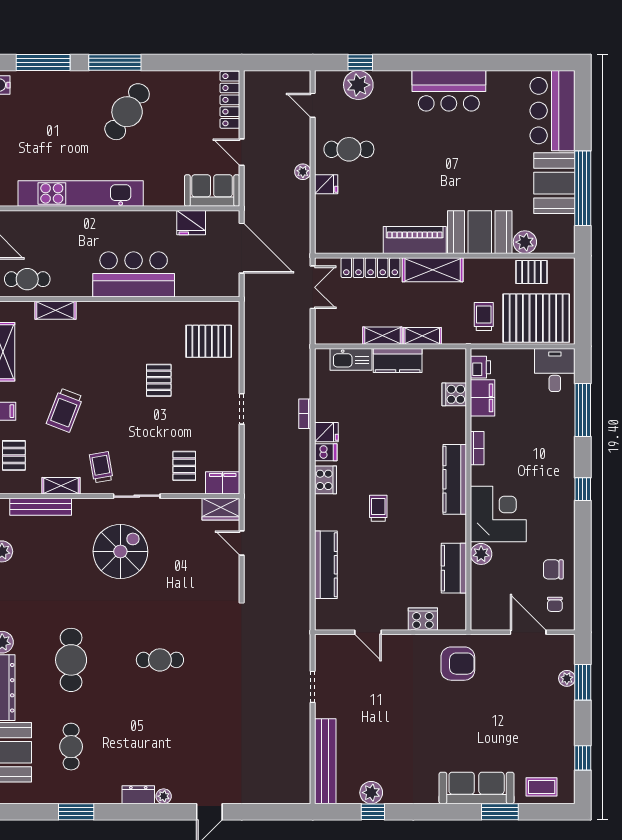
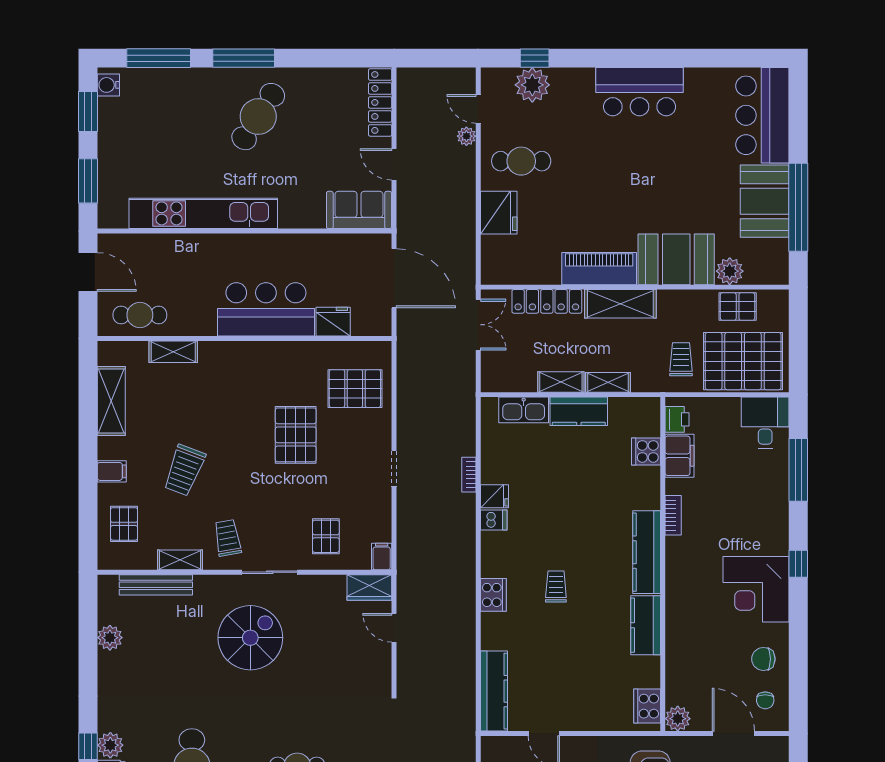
plant: (303, 172) -> (466, 136), moved
fridge: (326, 184) -> (499, 213), width x1.88, depth x1.34
fridge: (191, 223) -> (333, 322), moved, turned 180
pallet: (159, 380) -> (296, 435), width x1.50, depth x1.42
cooker: (325, 480) -> (493, 595), moved
filing cabinet: (223, 483) -> (382, 556), width x0.50
corner desk: (498, 514) -> (756, 589), moved, turned 180
plant: (481, 554) -> (678, 719), moved
kitchen counter: (326, 565) -> (494, 691), moved
kitchen counter: (454, 568) -> (646, 625), moved
cooker: (423, 619) -> (647, 706), moved, turned -90

